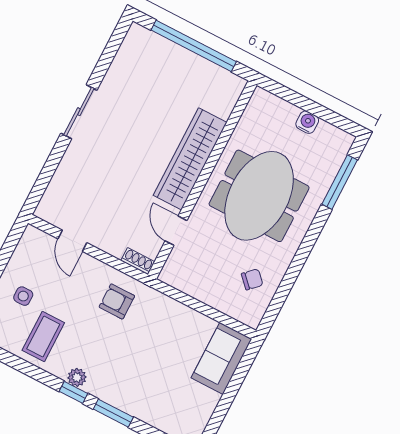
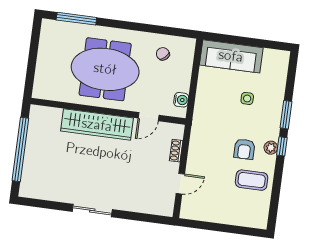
water cooler: (307, 122) -> (181, 100), moved, turned 180
shoe rack: (138, 261) -> (176, 151), moved
side table: (23, 296) -> (247, 98), moved
armchair: (117, 301) -> (244, 149), moved
sofa: (221, 358) -> (231, 56), width x1.36

